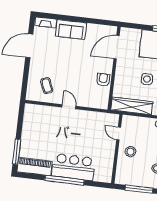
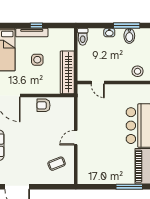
door: (119, 134) -> (98, 83), hinge flipped
stool: (130, 152) -> (138, 71), moved

